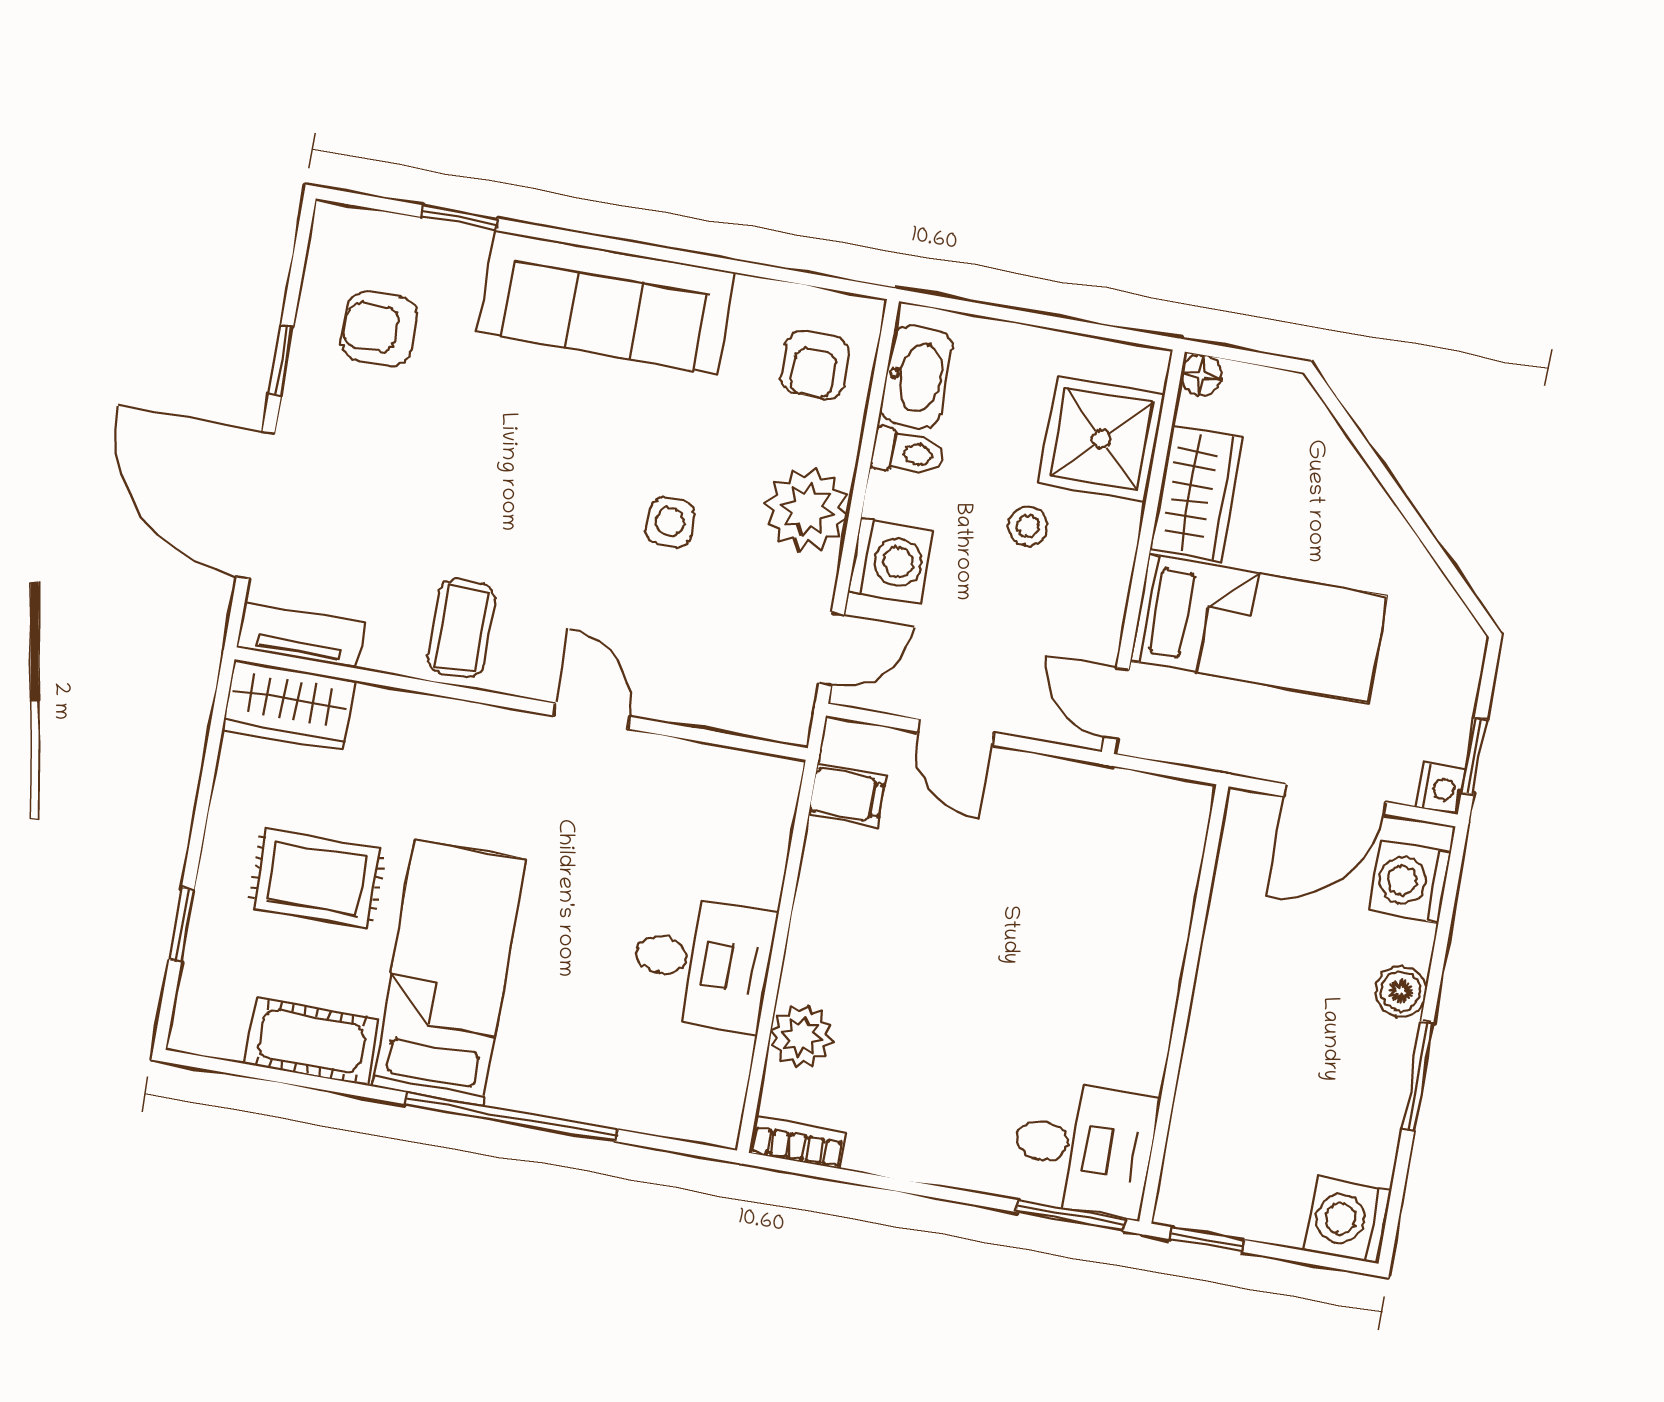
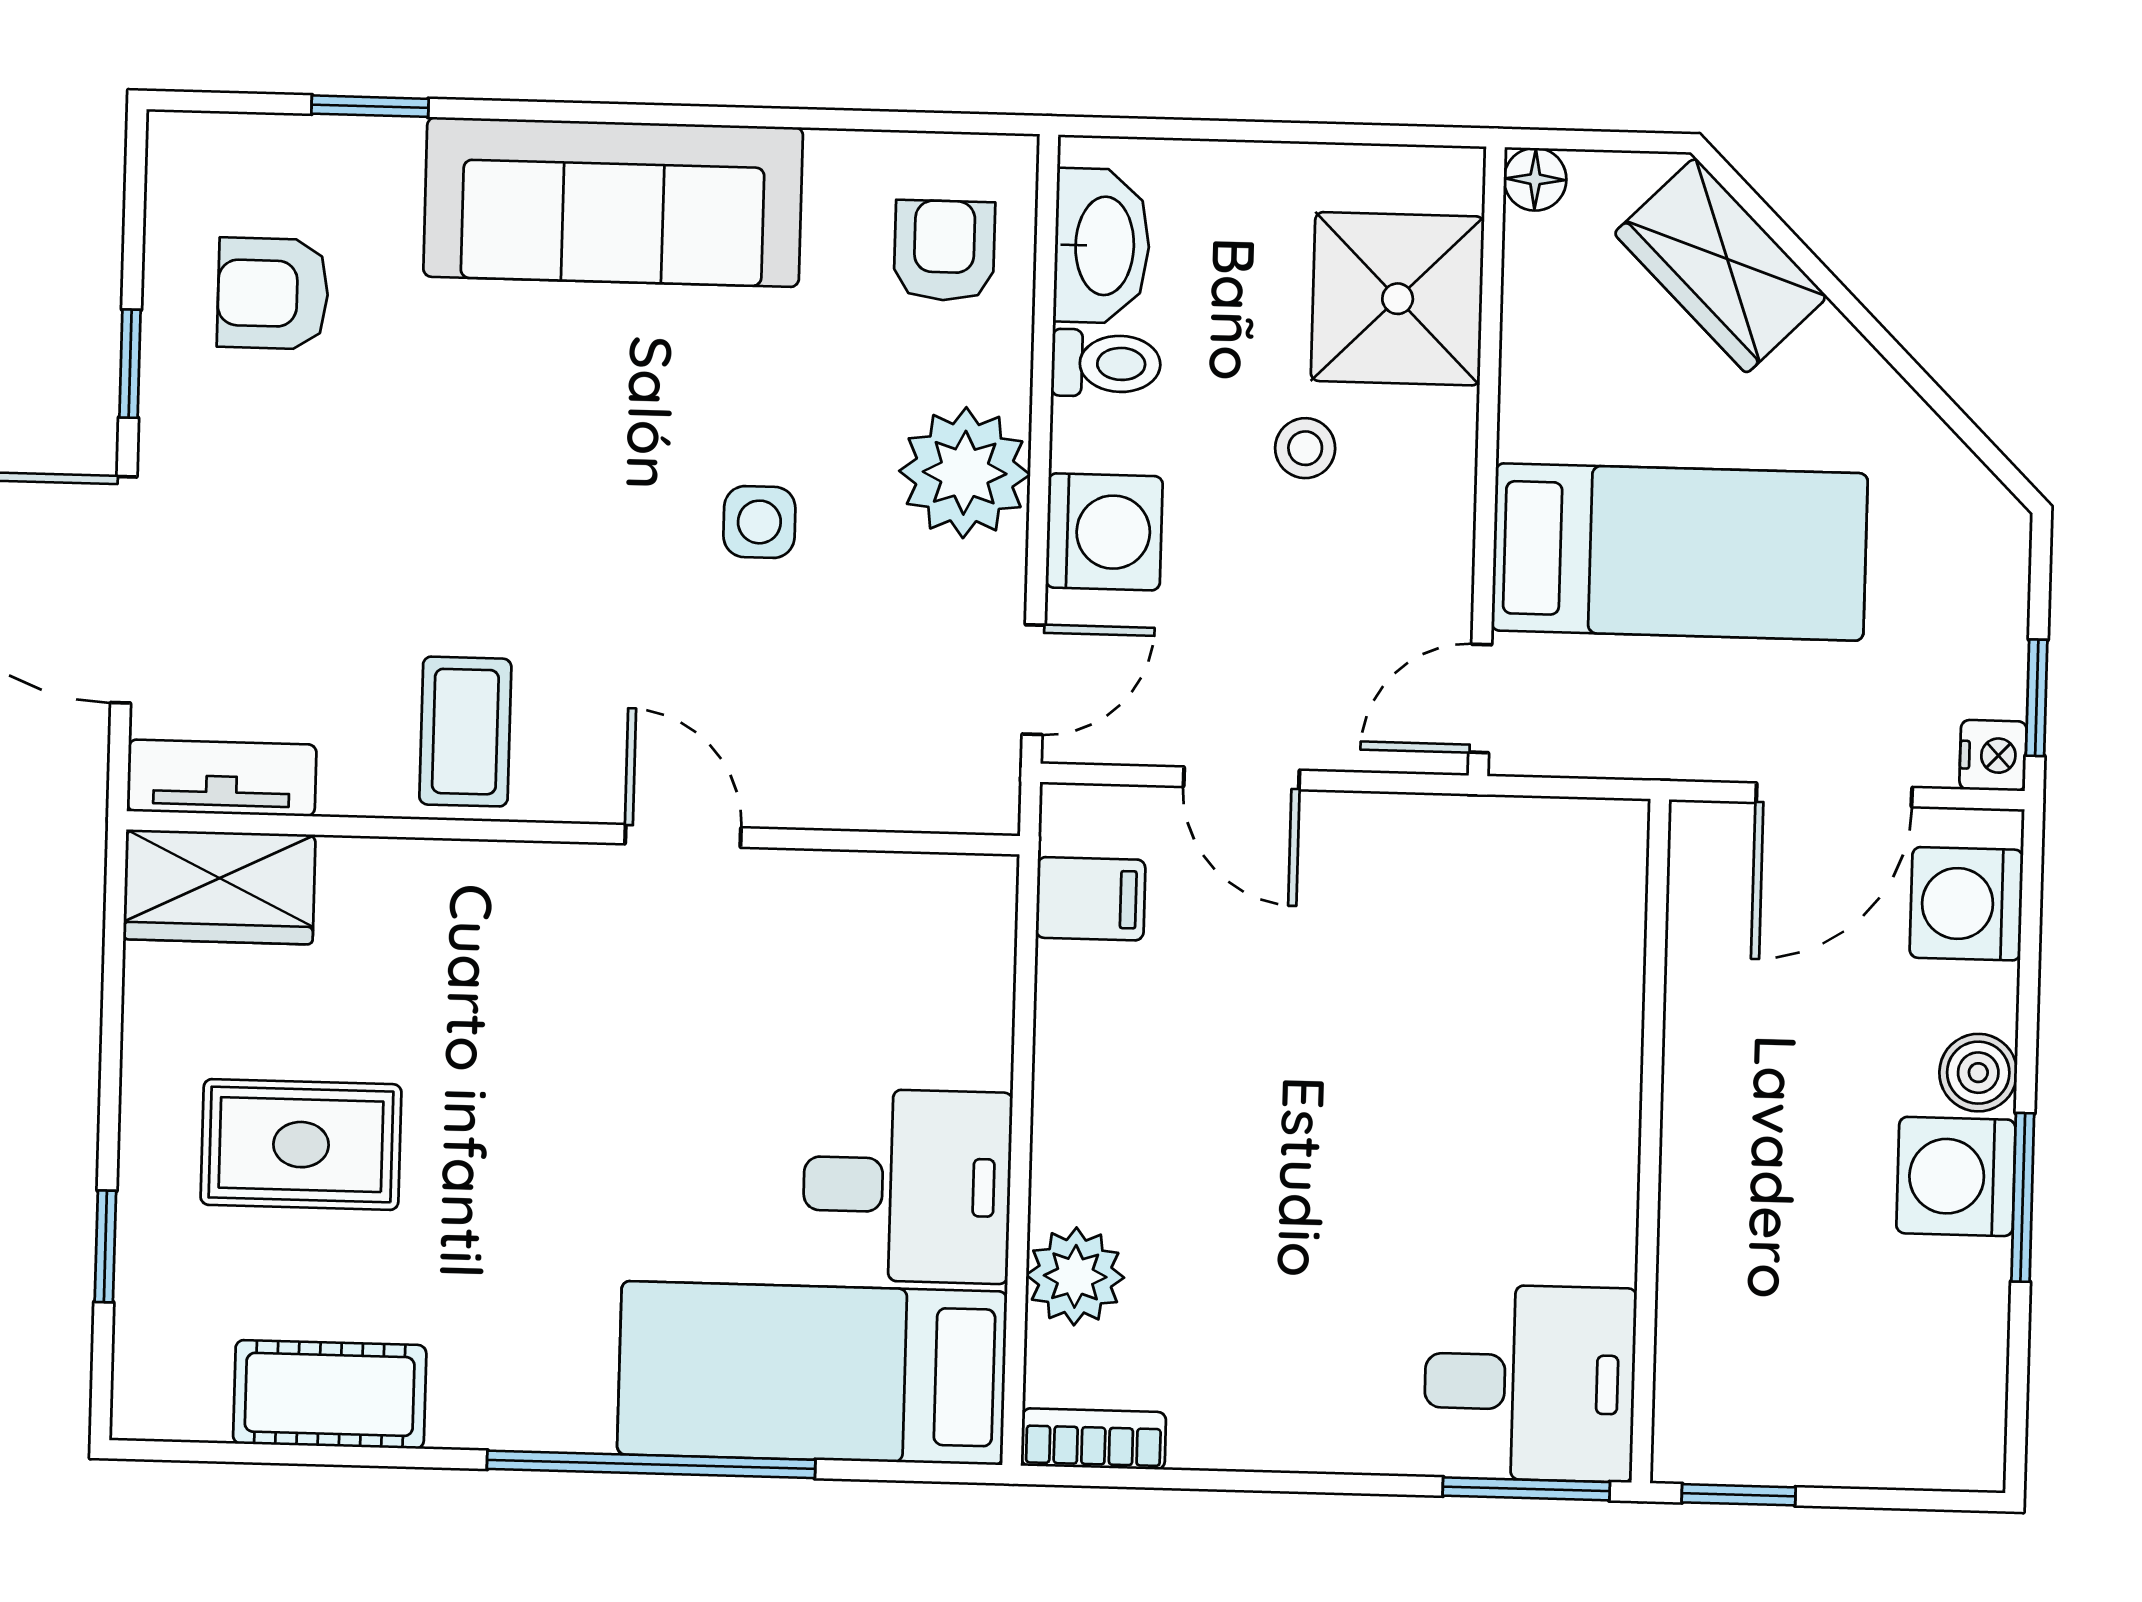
armchair: (815, 365) -> (944, 251), turned 180
wardrobe: (1197, 493) -> (1721, 265), moved, turned 135
door: (1117, 704) -> (1480, 698), hinge flipped
bed: (449, 973) -> (812, 1373), moved, turned -90
washing machine: (1348, 1220) -> (1956, 1176), moved

